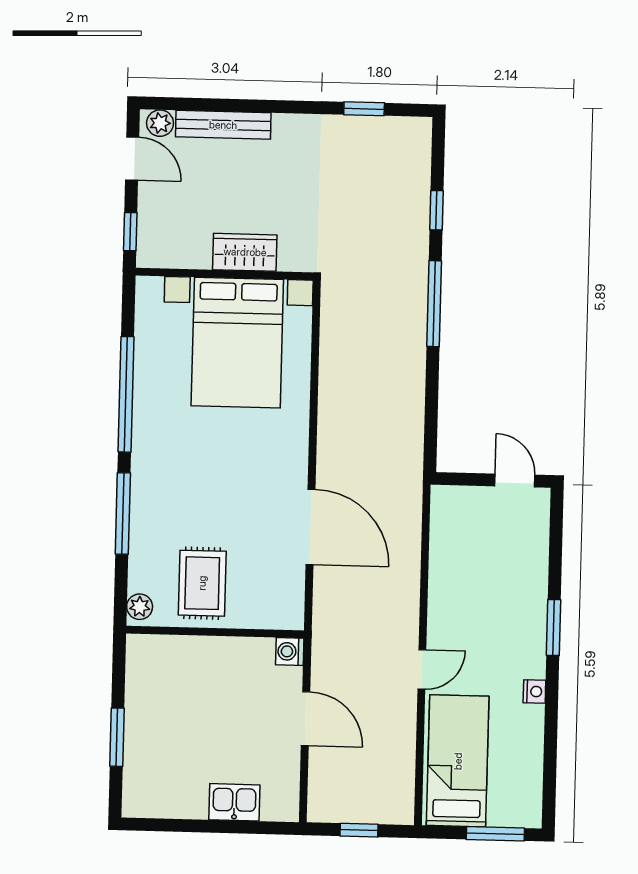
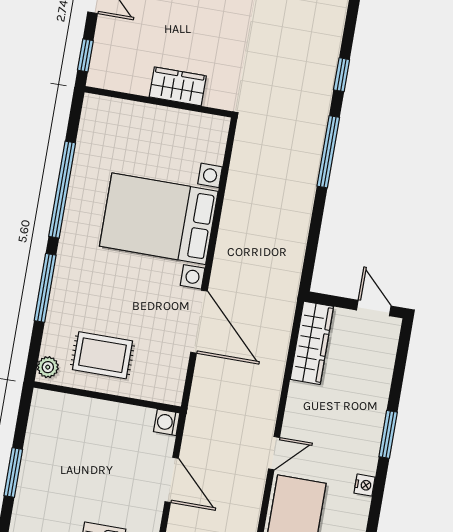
bed with nightstands: (237, 343) -> (159, 219), moved, turned 90
wardrobe: (448, 532) -> (312, 343), added
rug: (202, 583) -> (102, 355), turned 90

